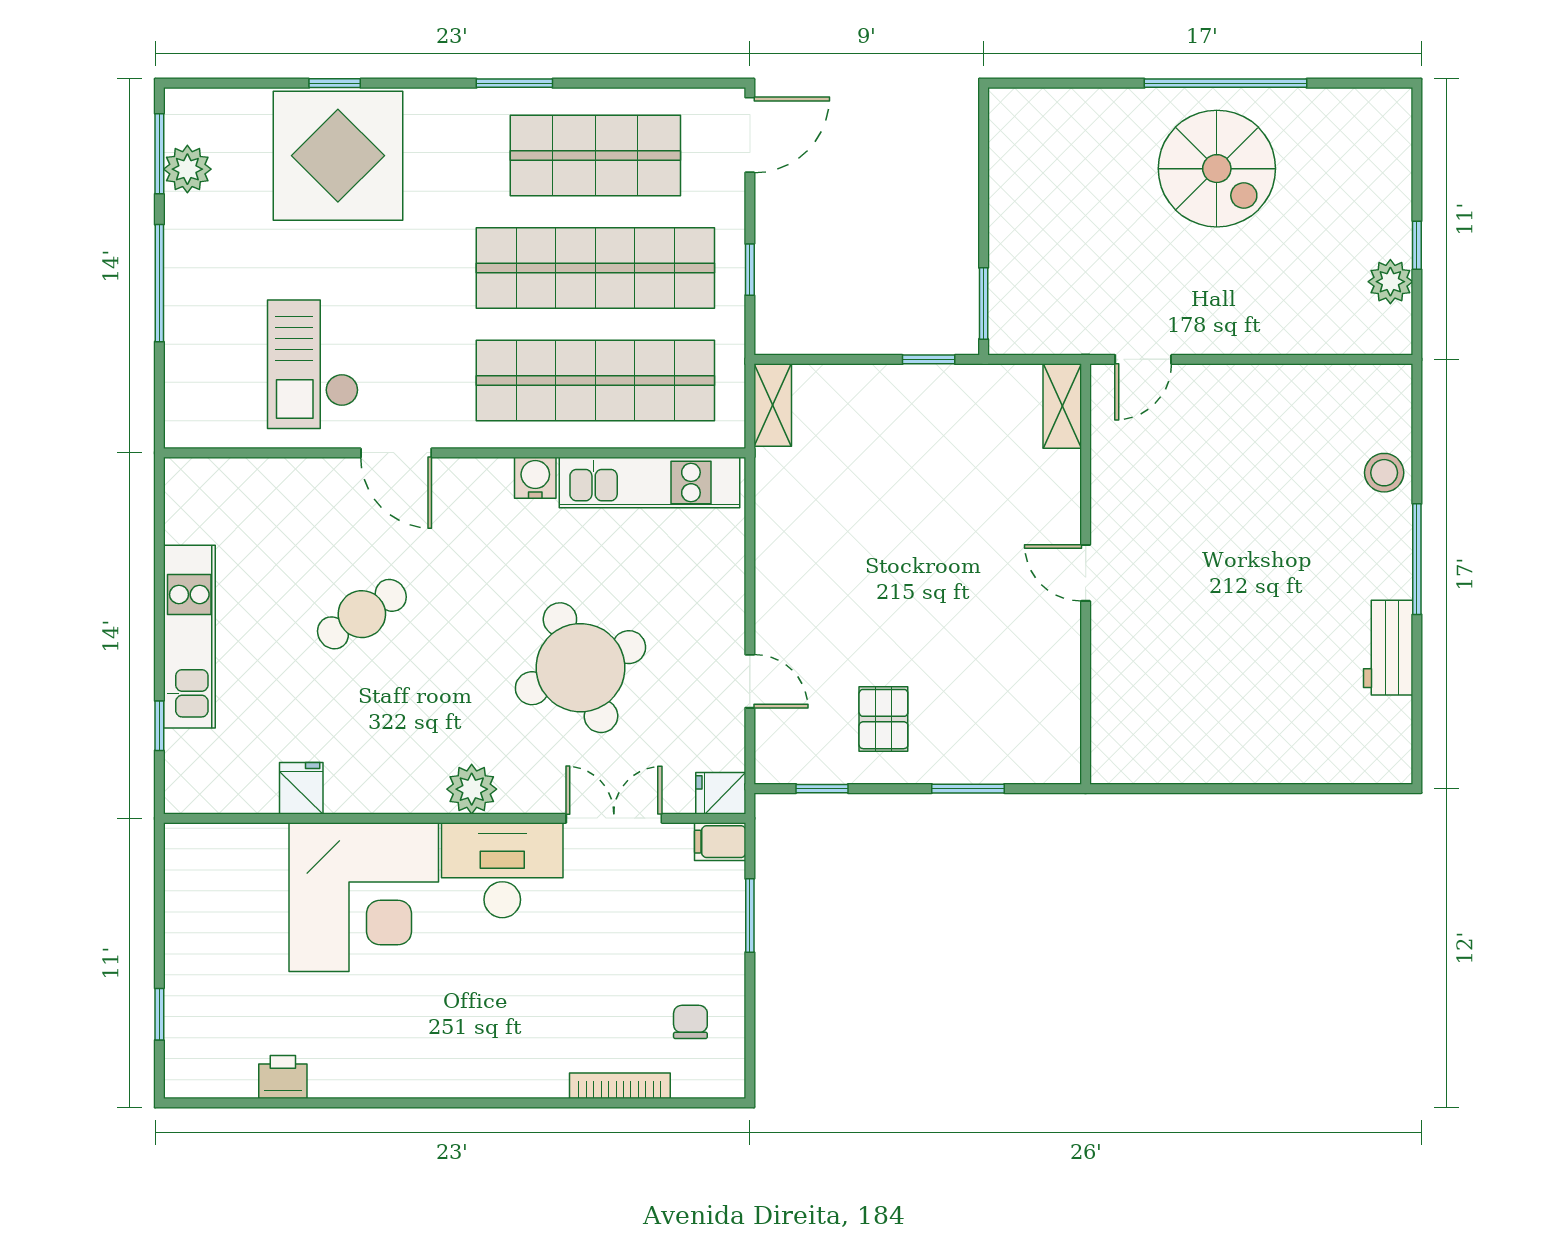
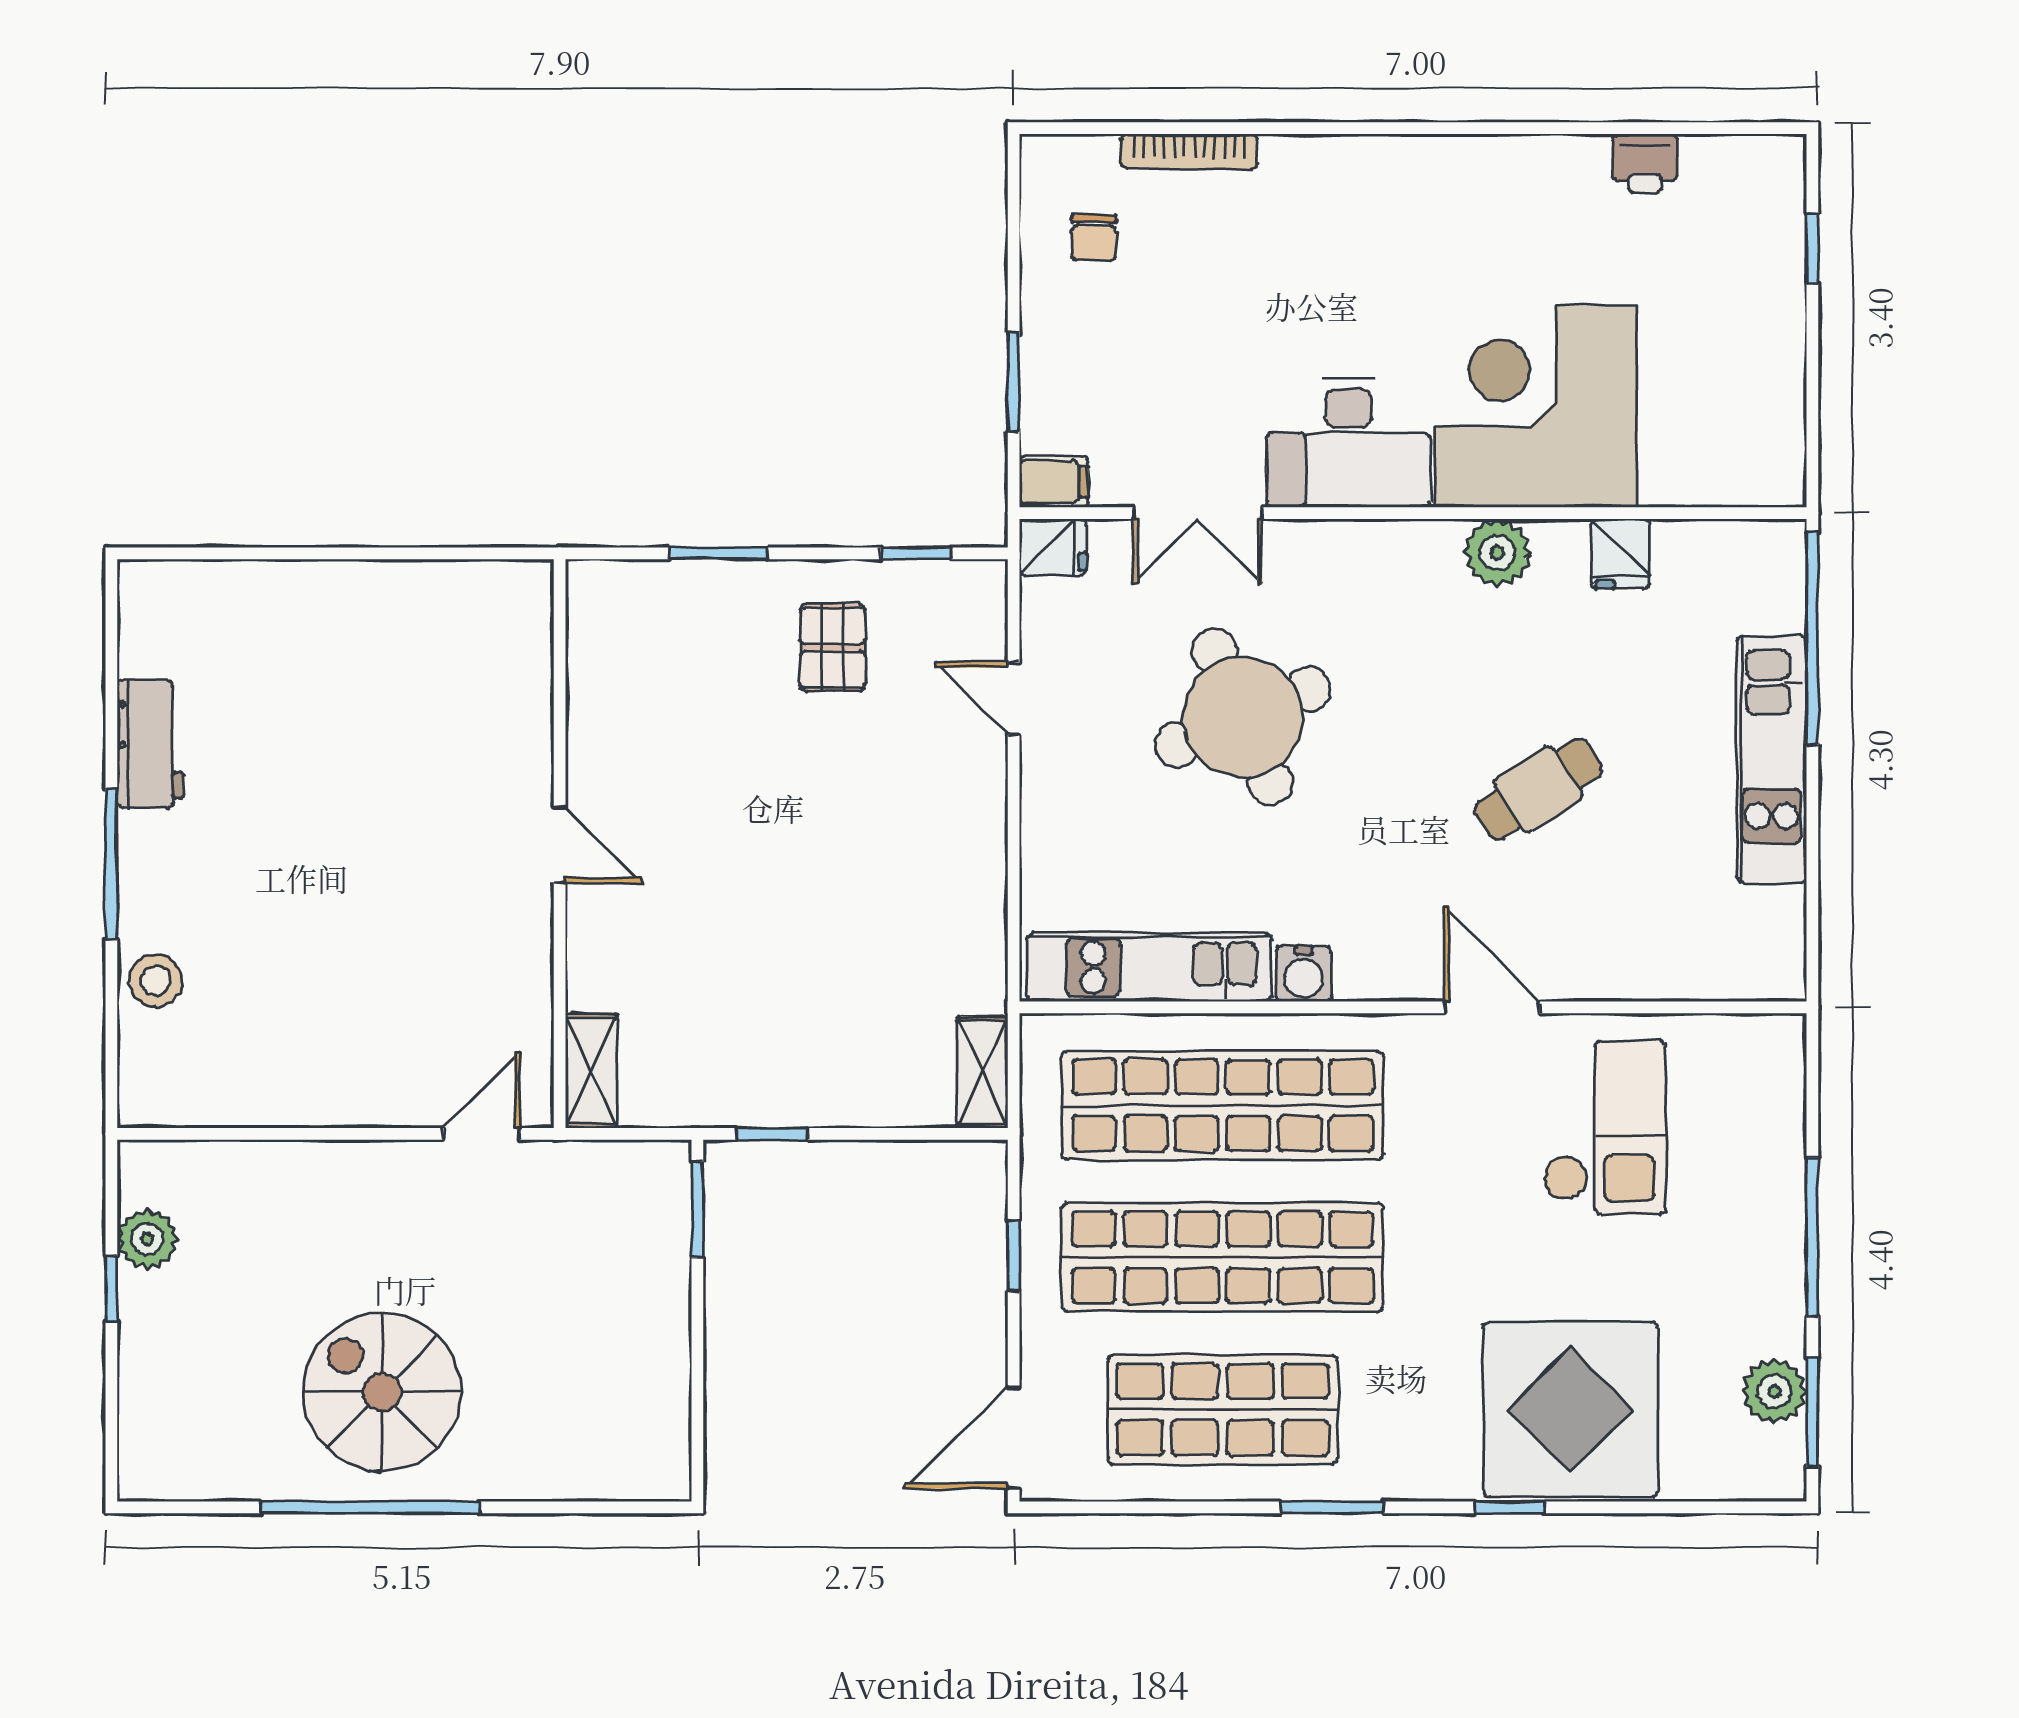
window: (335, 83) -> (1509, 1507), moved
window: (159, 726) -> (1812, 638), width x3.17
plant: (472, 789) -> (1497, 553), moved

